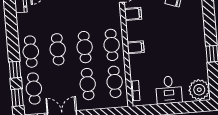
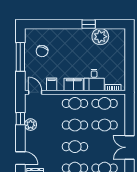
filing cabinet: (136, 47) -> (74, 84), width x2.00
desk: (169, 90) -> (94, 80), moved, turned 90
plant: (199, 90) -> (100, 37), moved

